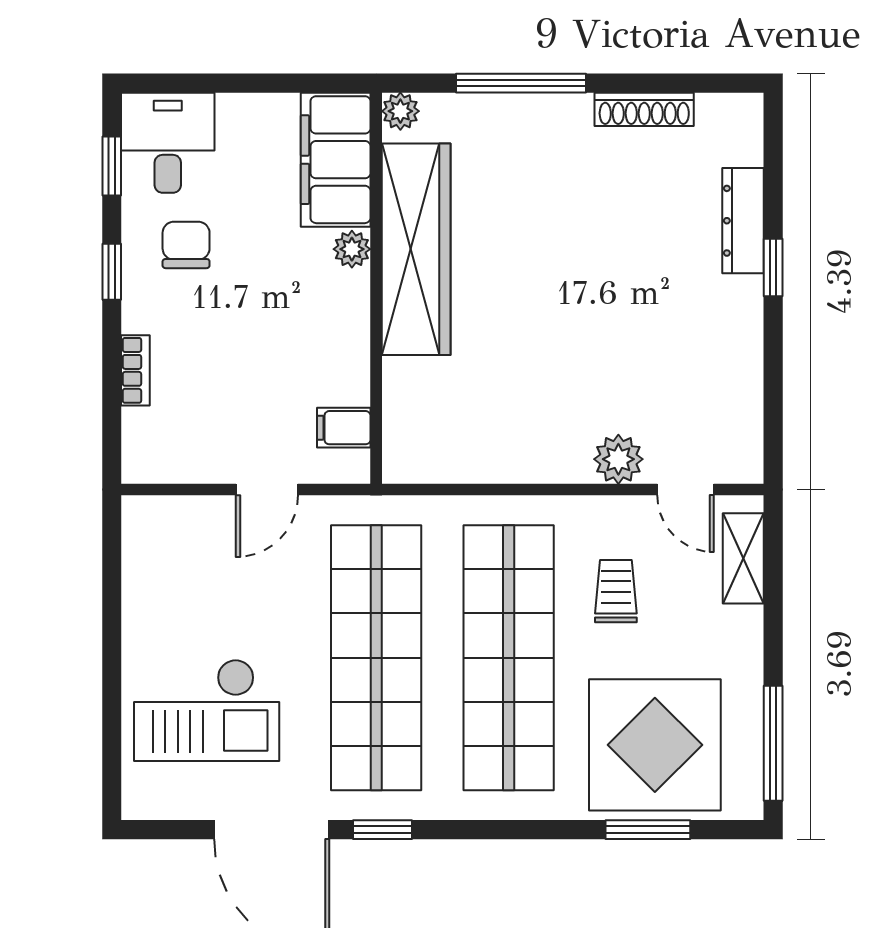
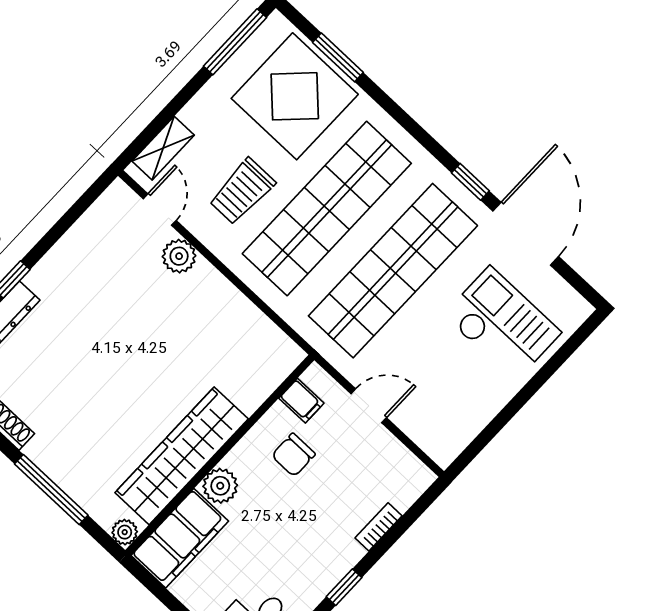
chair: (186, 245) -> (293, 455), moved
plant: (352, 249) -> (220, 486), width x1.38, depth x1.38
trolley: (616, 591) -> (242, 191), width x1.36, depth x1.39

